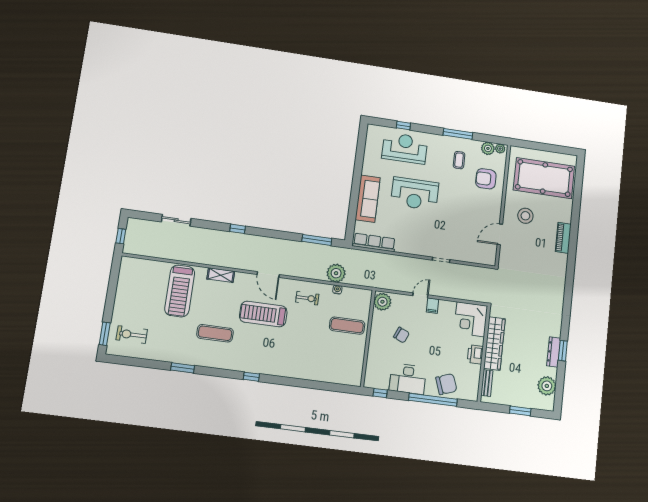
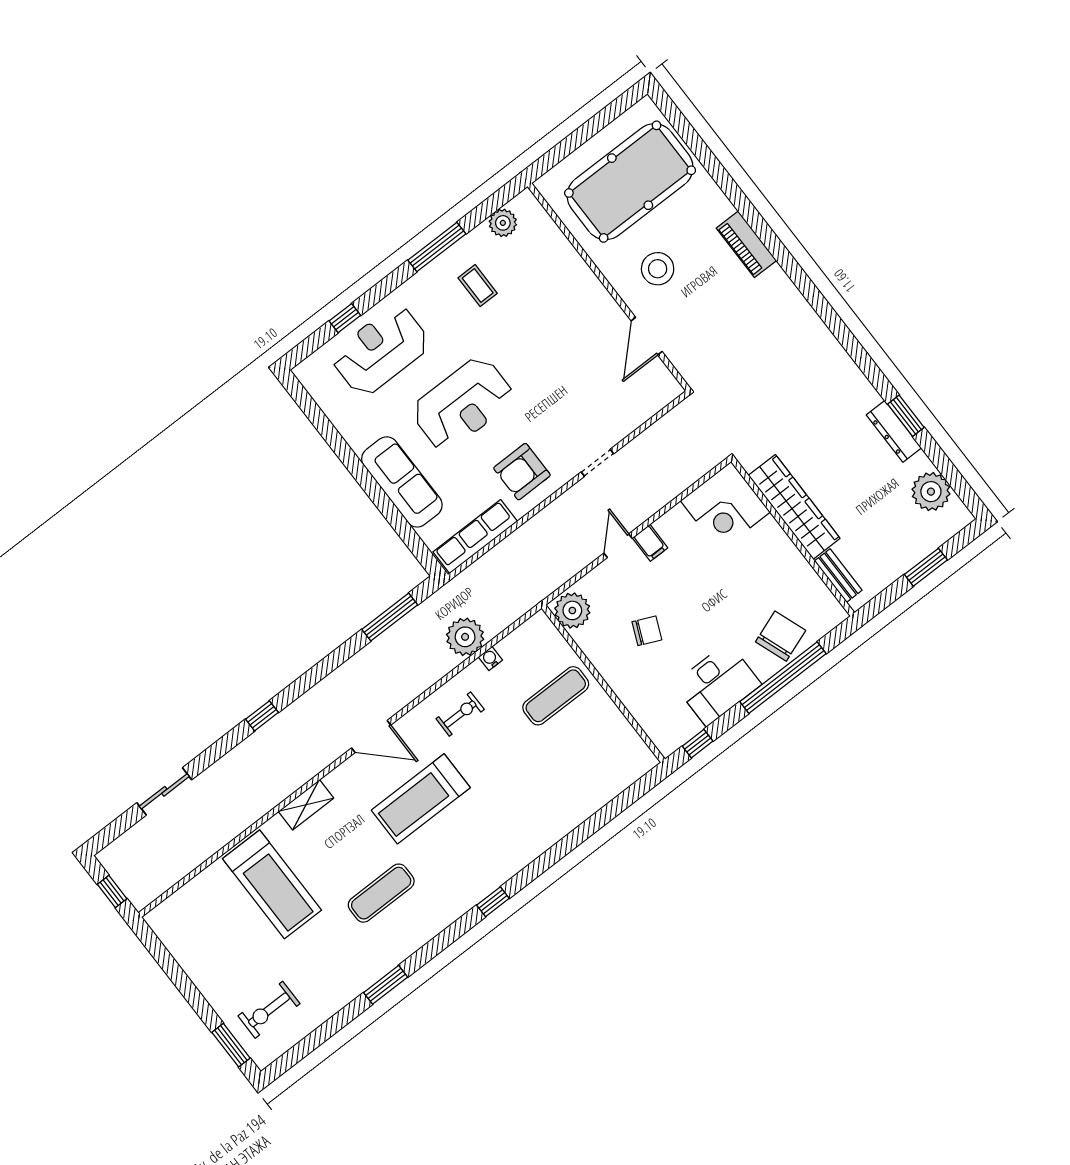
plant: (500, 149) -> (521, 204), removed
armchair: (486, 179) -> (522, 472), moved
printer: (475, 354) -> (782, 551), removed

